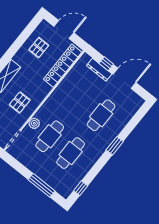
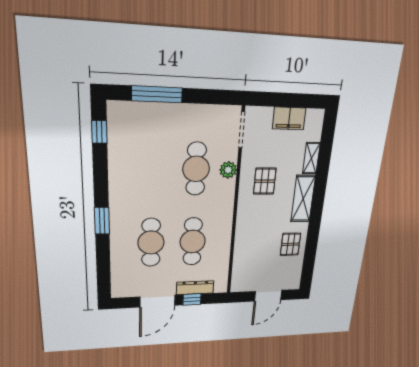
pallet: (39, 48) -> (290, 244), moved
locker: (63, 66) -> (242, 260), removed
cafe table: (71, 153) -> (193, 242), moved

